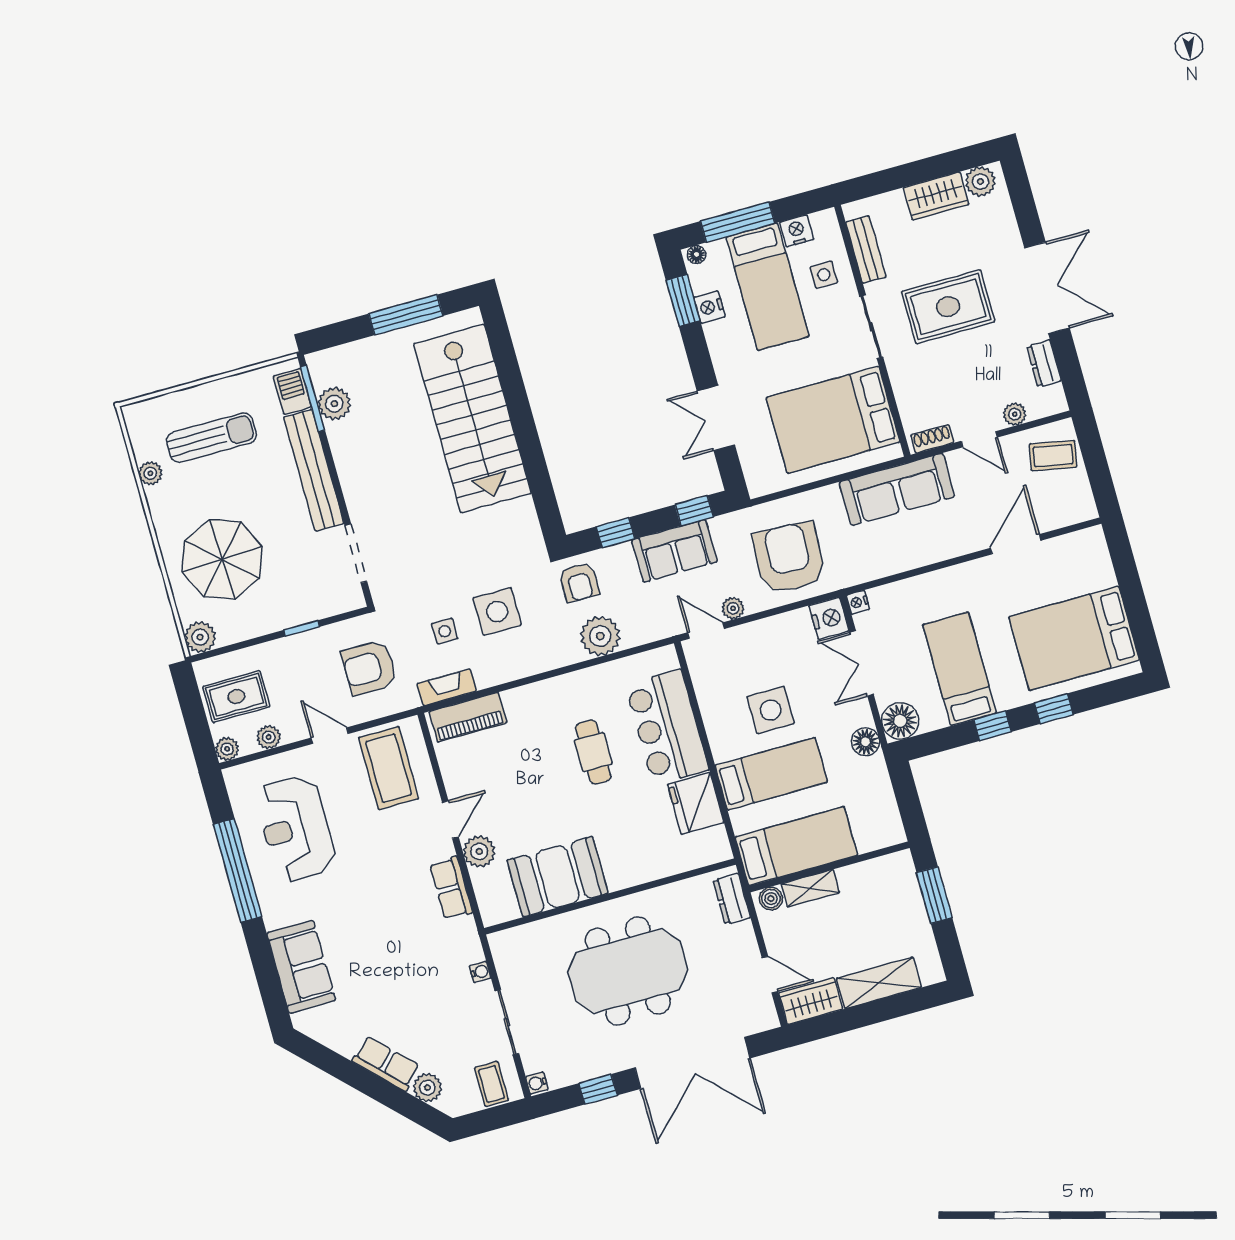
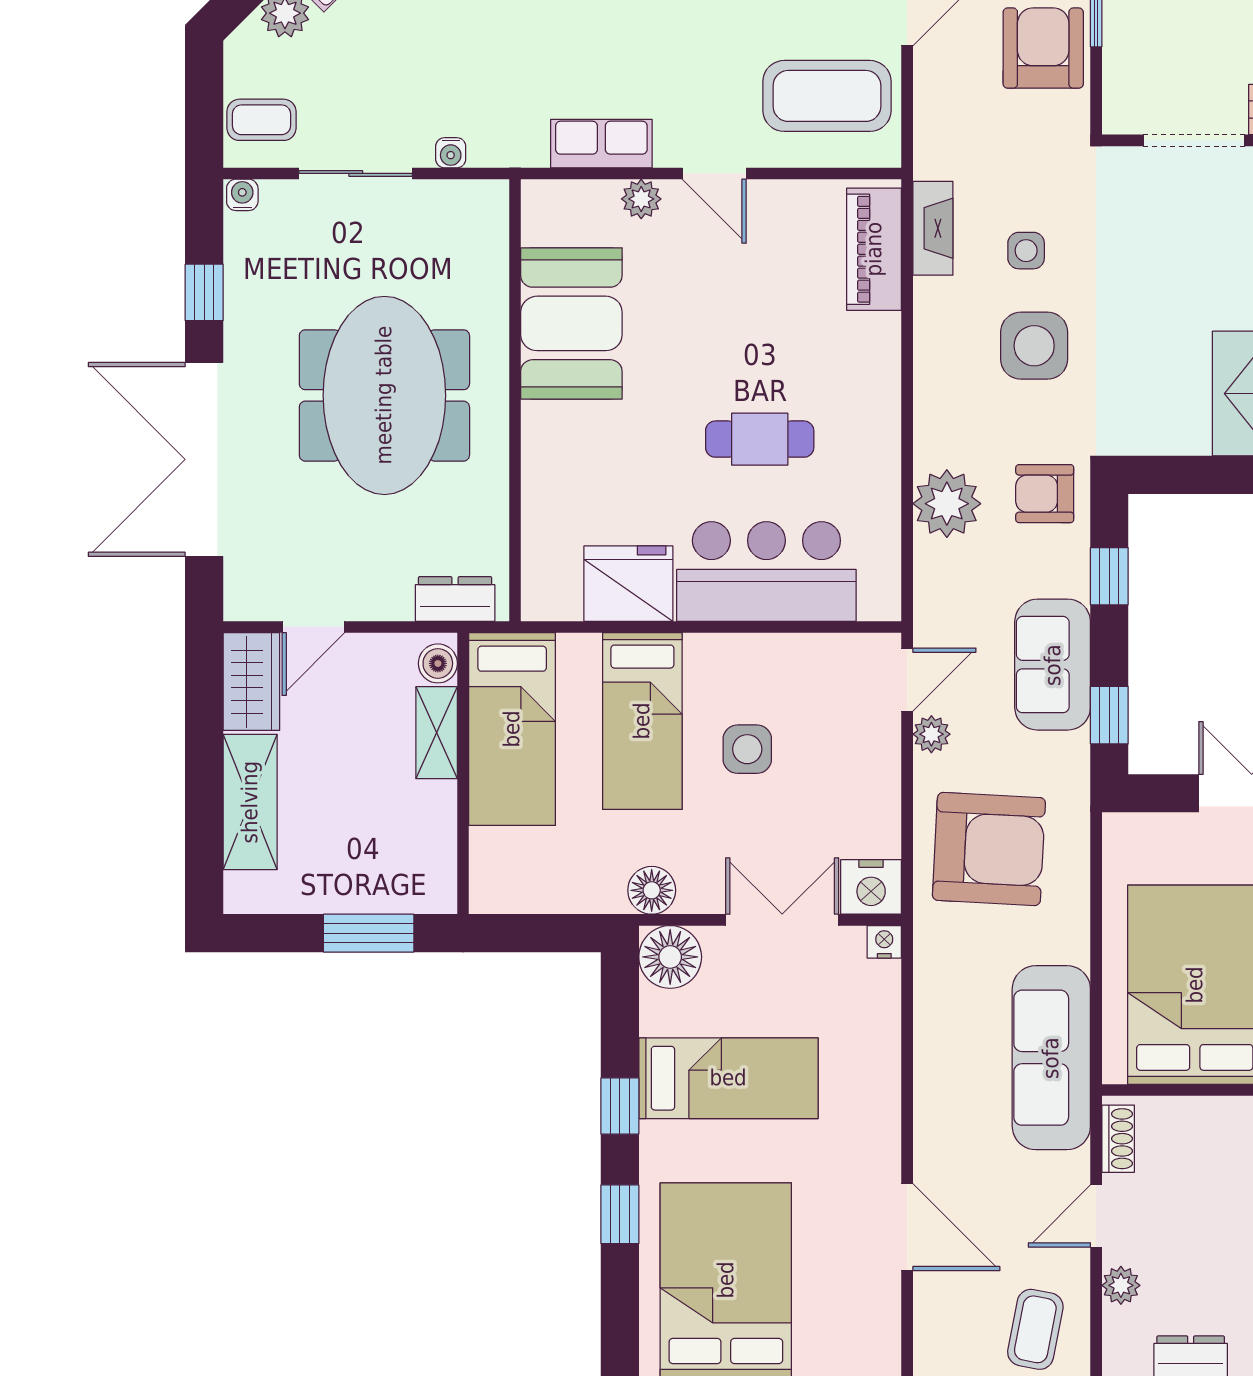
armchair: (369, 668) -> (1043, 48), moved
side table: (771, 710) -> (747, 749), width x0.73, depth x0.73
plant: (479, 851) -> (641, 199), width x0.73, depth x0.73

